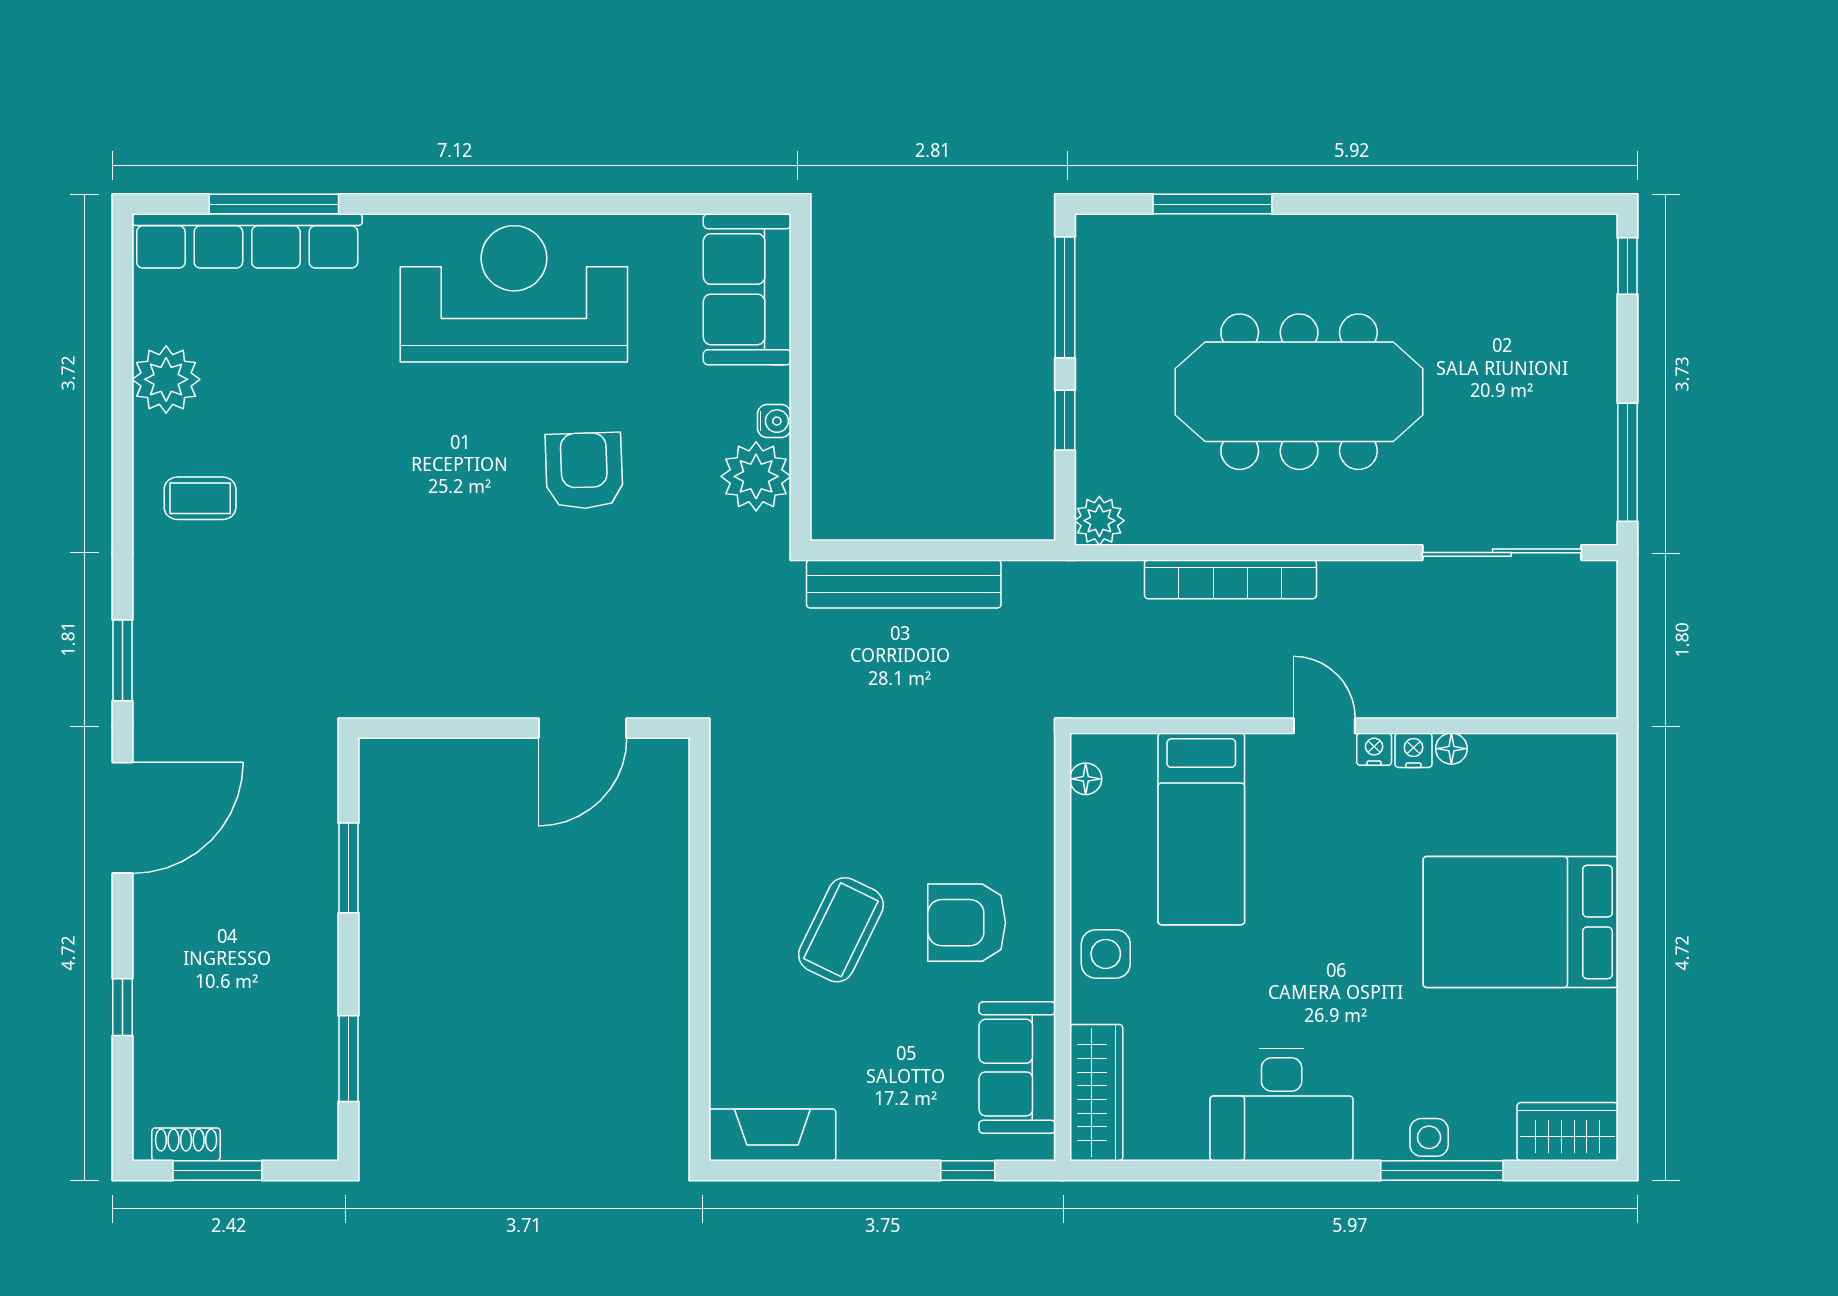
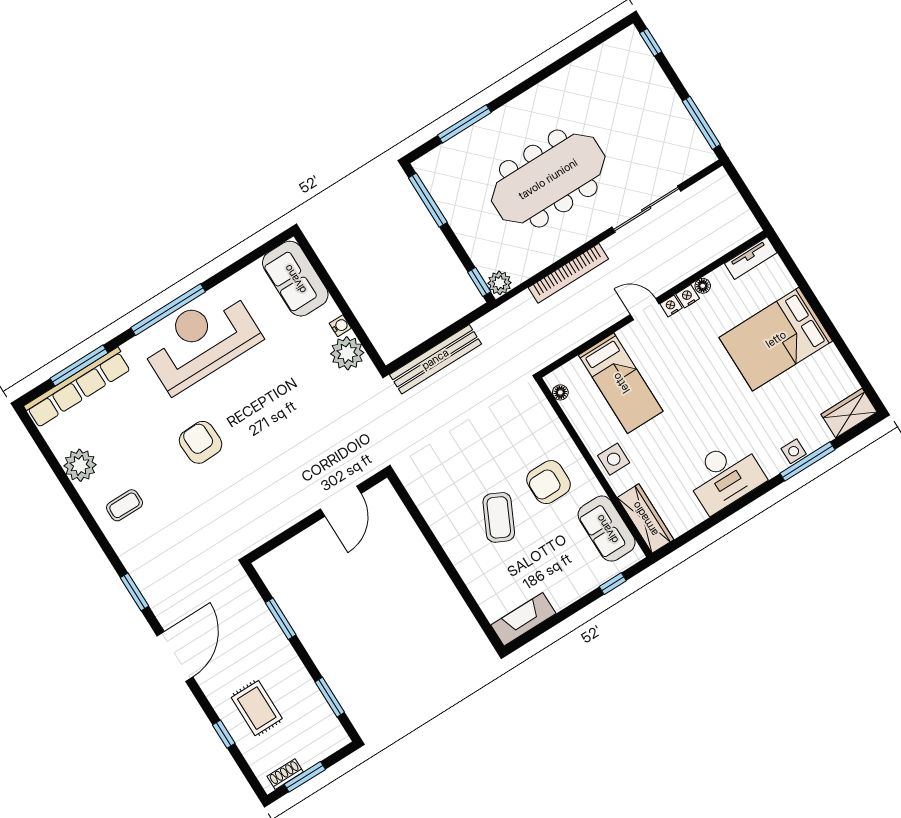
window: (491, 204) -> (168, 310), added
window: (1065, 420) -> (479, 282), moved
armchair: (584, 471) -> (201, 442), moved
sliding door: (1502, 553) -> (646, 209), moved
tv unit: (1566, 753) -> (751, 258), added
rug: (209, 998) -> (257, 708), added

